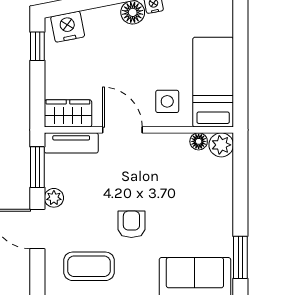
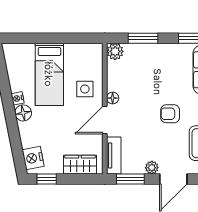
bed: (213, 82) -> (49, 74), moved, turned -90
wardrobe: (68, 113) -> (80, 165), moved, turned 90
floor lamp: (199, 141) -> (113, 98), moved
window: (240, 185) -> (143, 38), added

